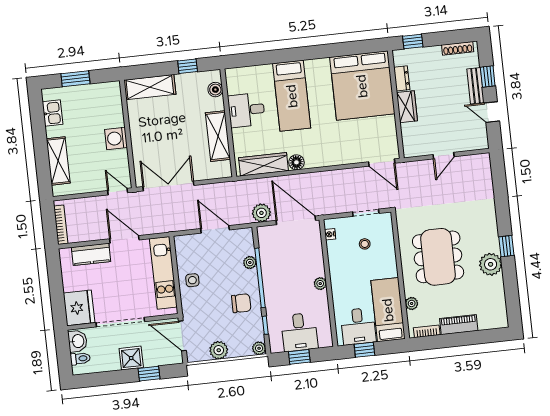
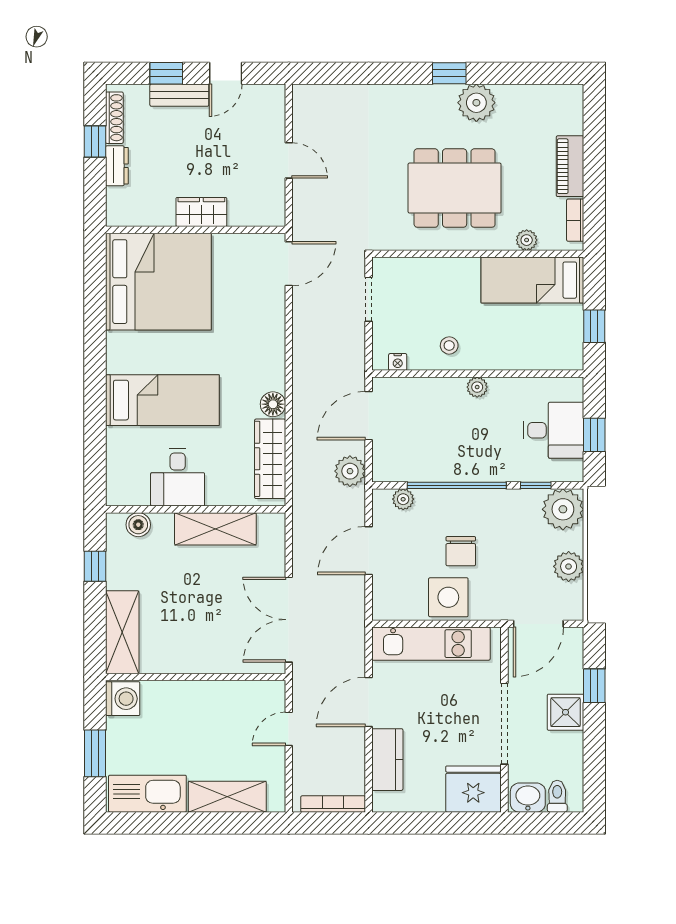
window: (413, 41) -> (95, 142), moved
dresser: (402, 78) -> (117, 166), moved, turned 90
kitchen sink: (53, 113) -> (147, 794), width x1.88, depth x1.24
washing machine: (116, 138) -> (123, 699), moved, turned -90
door: (118, 192) -> (289, 729), moved
door: (296, 220) -> (369, 416), width x0.73
stool: (365, 244) -> (449, 345), moved
plant: (250, 263) -> (403, 499), moved
side table: (192, 280) -> (448, 597), width x1.87, depth x1.87
chair: (241, 303) -> (461, 551), moved, turned 180
desk: (358, 326) -> (555, 332), removed
plant: (259, 348) -> (563, 509), width x1.88, depth x1.88

